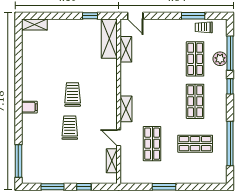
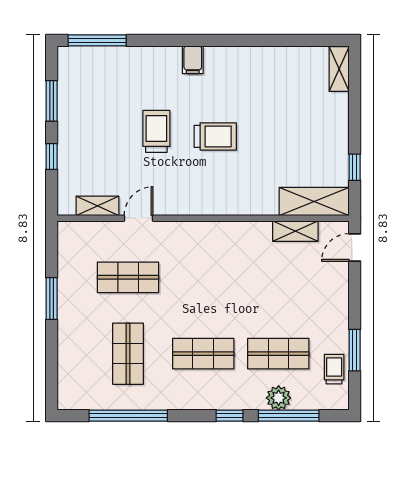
shelving: (126, 109) -> (190, 231), removed
trolley: (70, 128) -> (156, 131), turned -90

